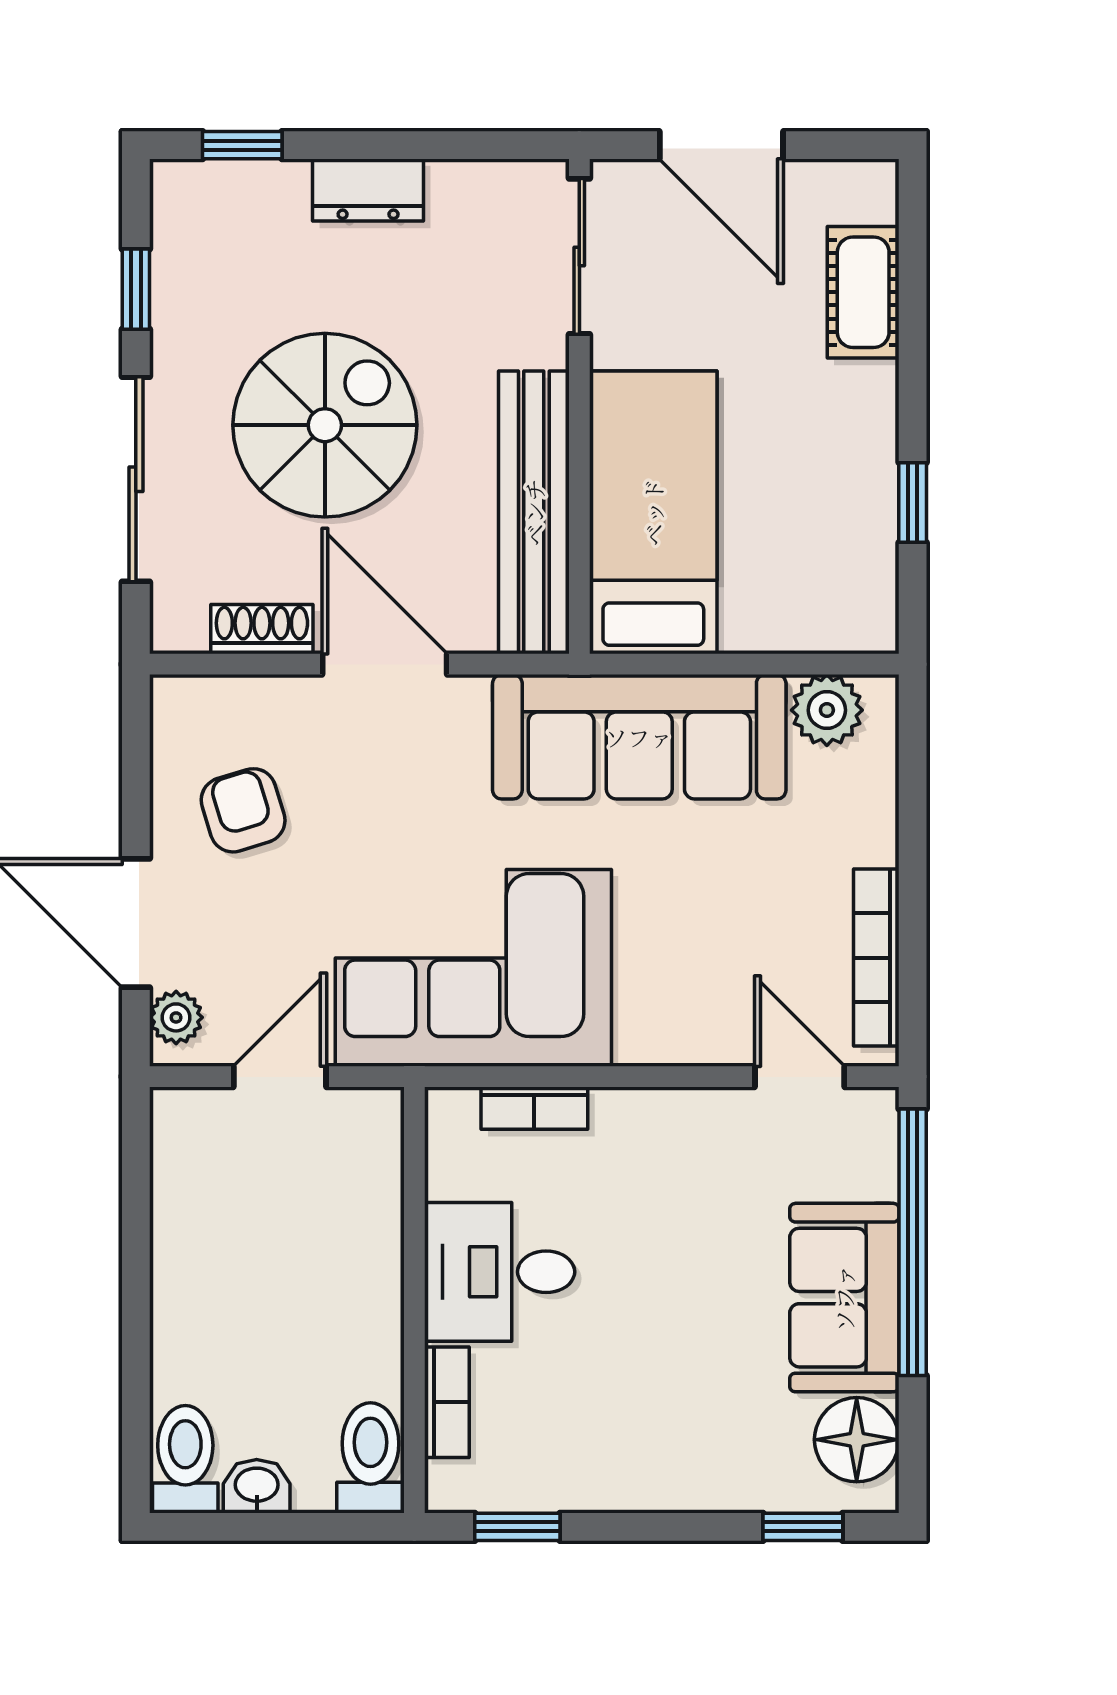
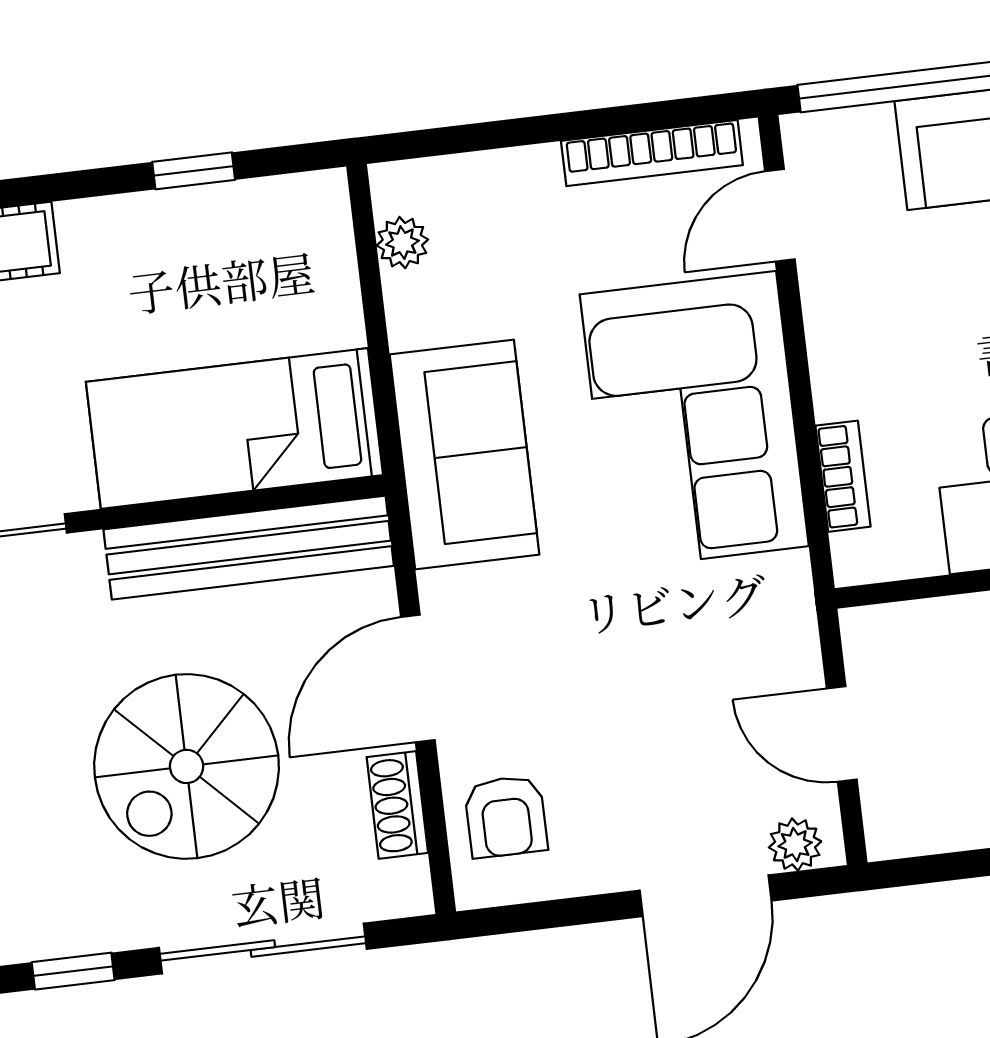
spiral stairs: (325, 425) -> (187, 766), turned -90
plant: (827, 710) -> (402, 243), width x0.73, depth x0.73
sofa: (639, 737) -> (465, 454), width x0.73
armchair: (243, 810) -> (506, 817), moved, turned -73
corner sofa: (473, 968) -> (694, 420), moved

